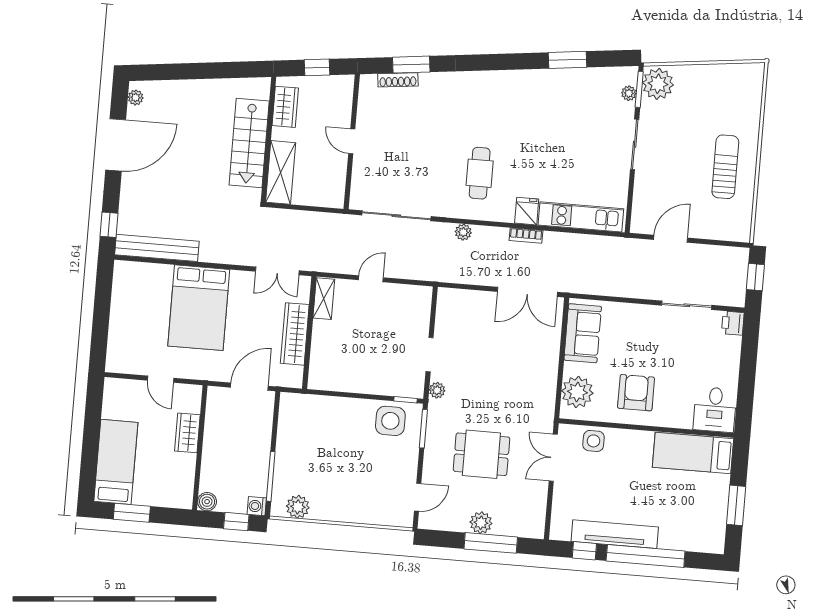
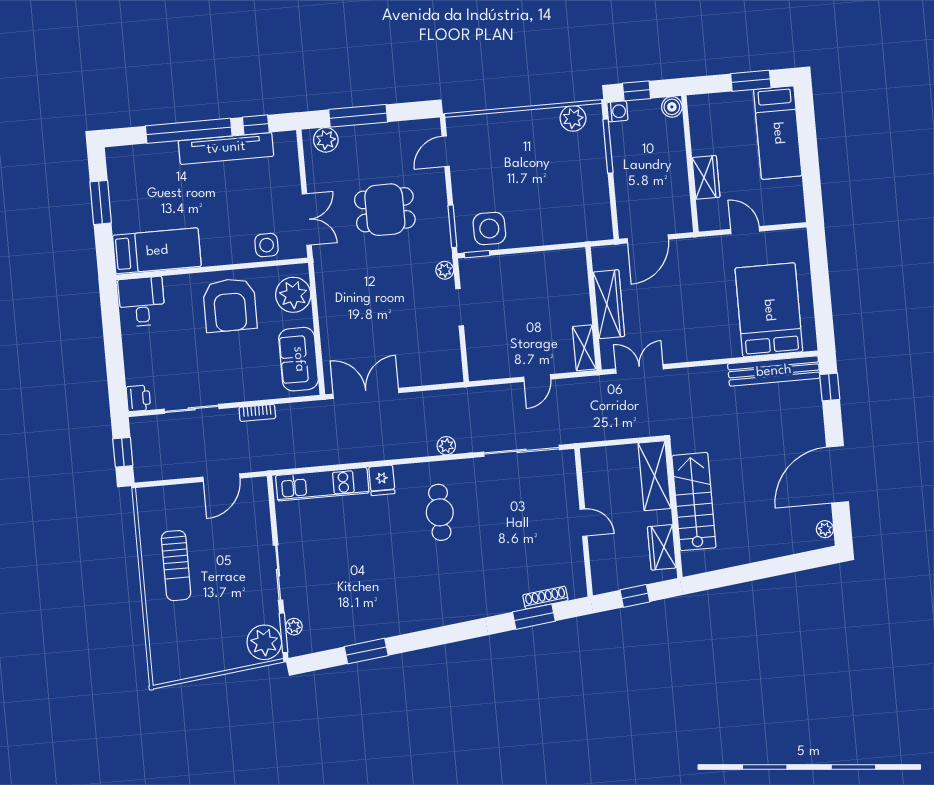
bookcase: (526, 236) -> (257, 413), moved, turned 180
bed: (199, 308) -> (769, 310), moved
armchair: (636, 393) -> (230, 305), width x1.36, depth x1.36
plant: (481, 523) -> (326, 140), moved

